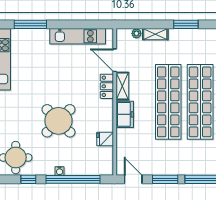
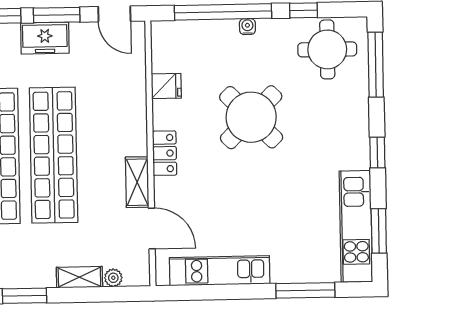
locker: (107, 86) -> (165, 153), moved
freezer: (125, 114) -> (45, 38), moved, turned -90

